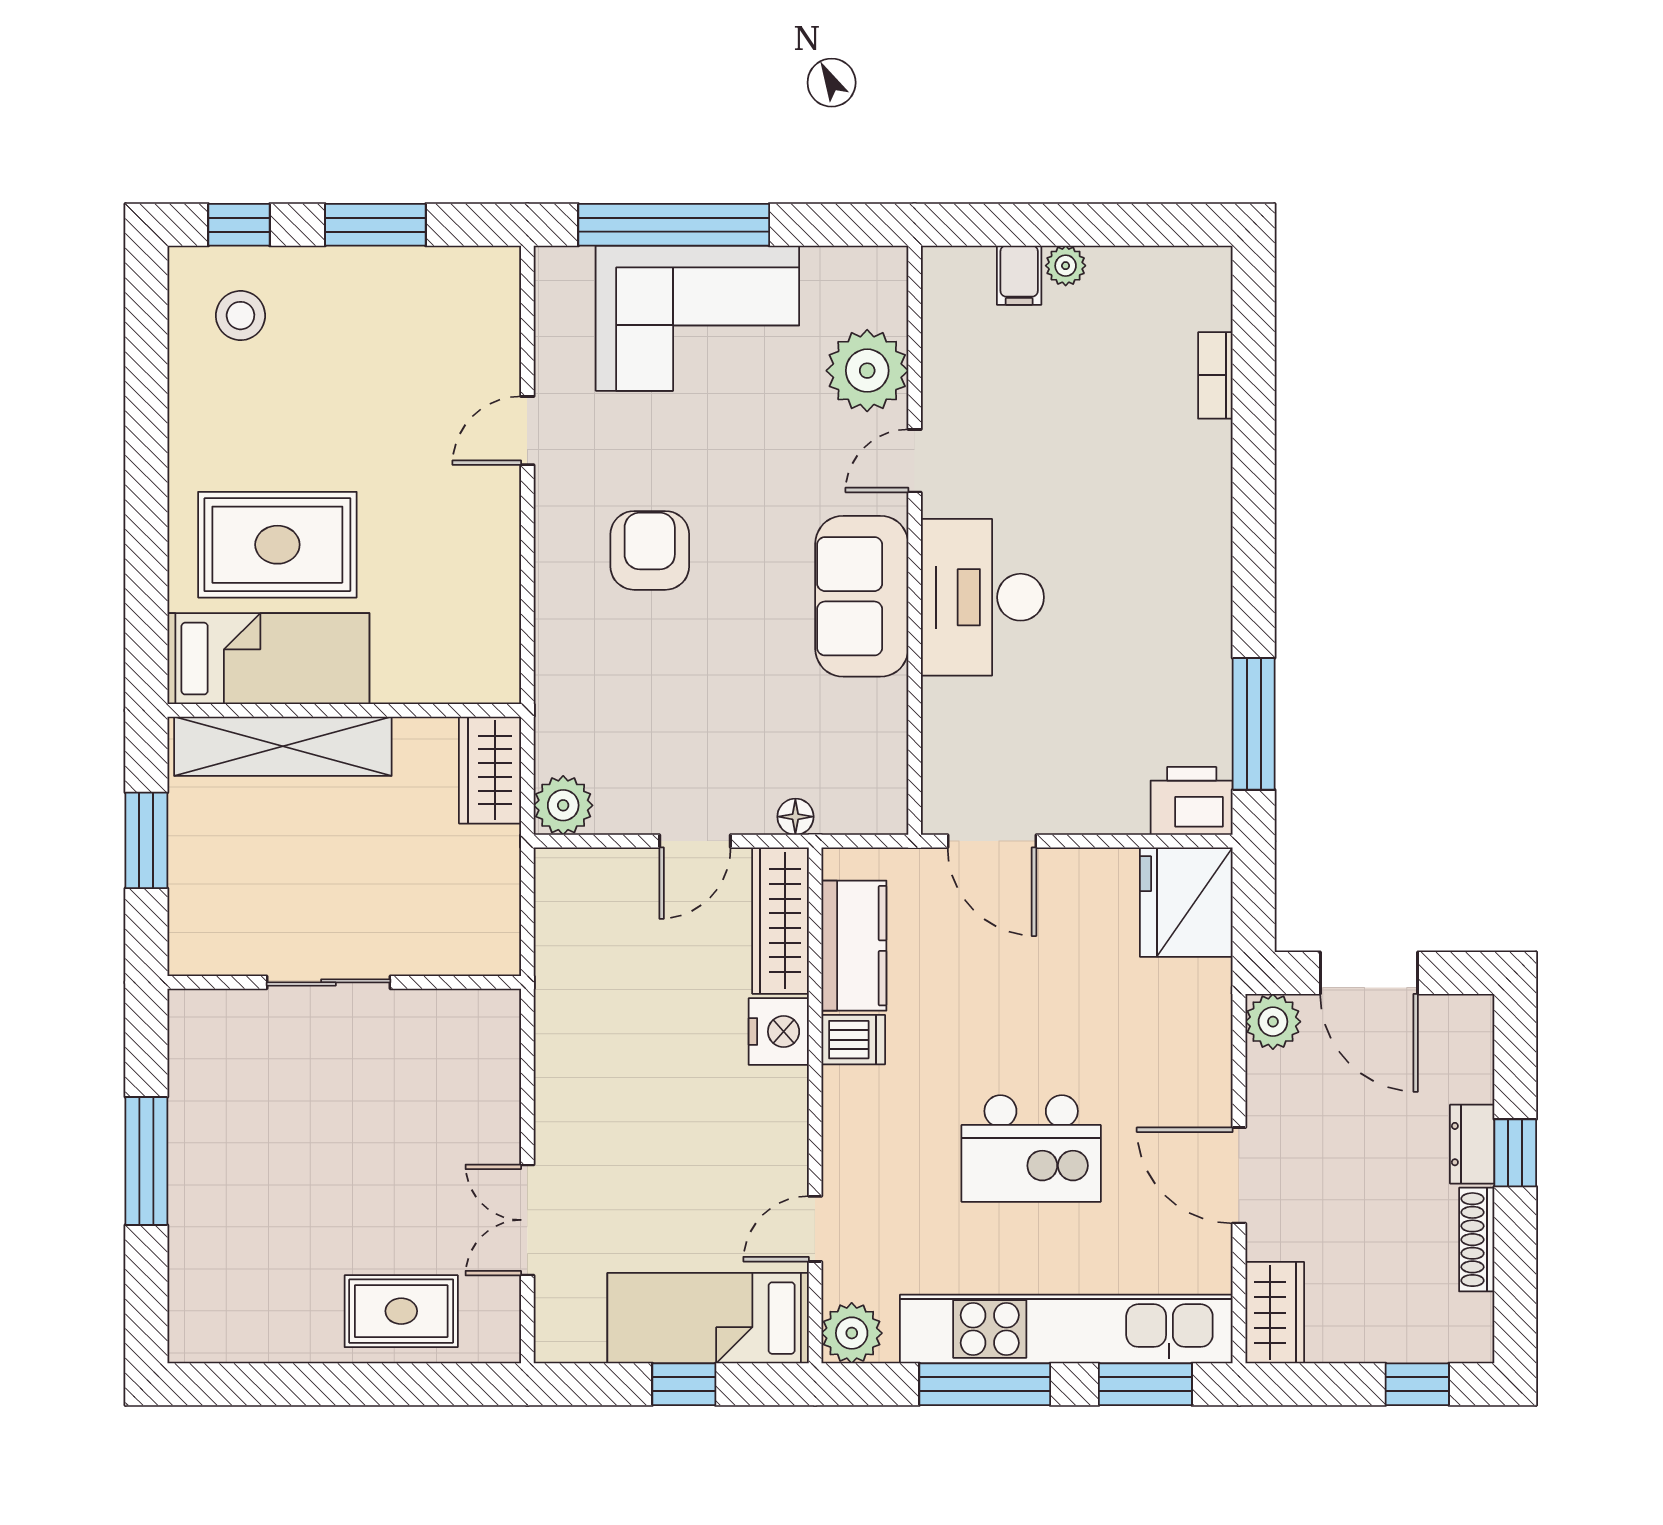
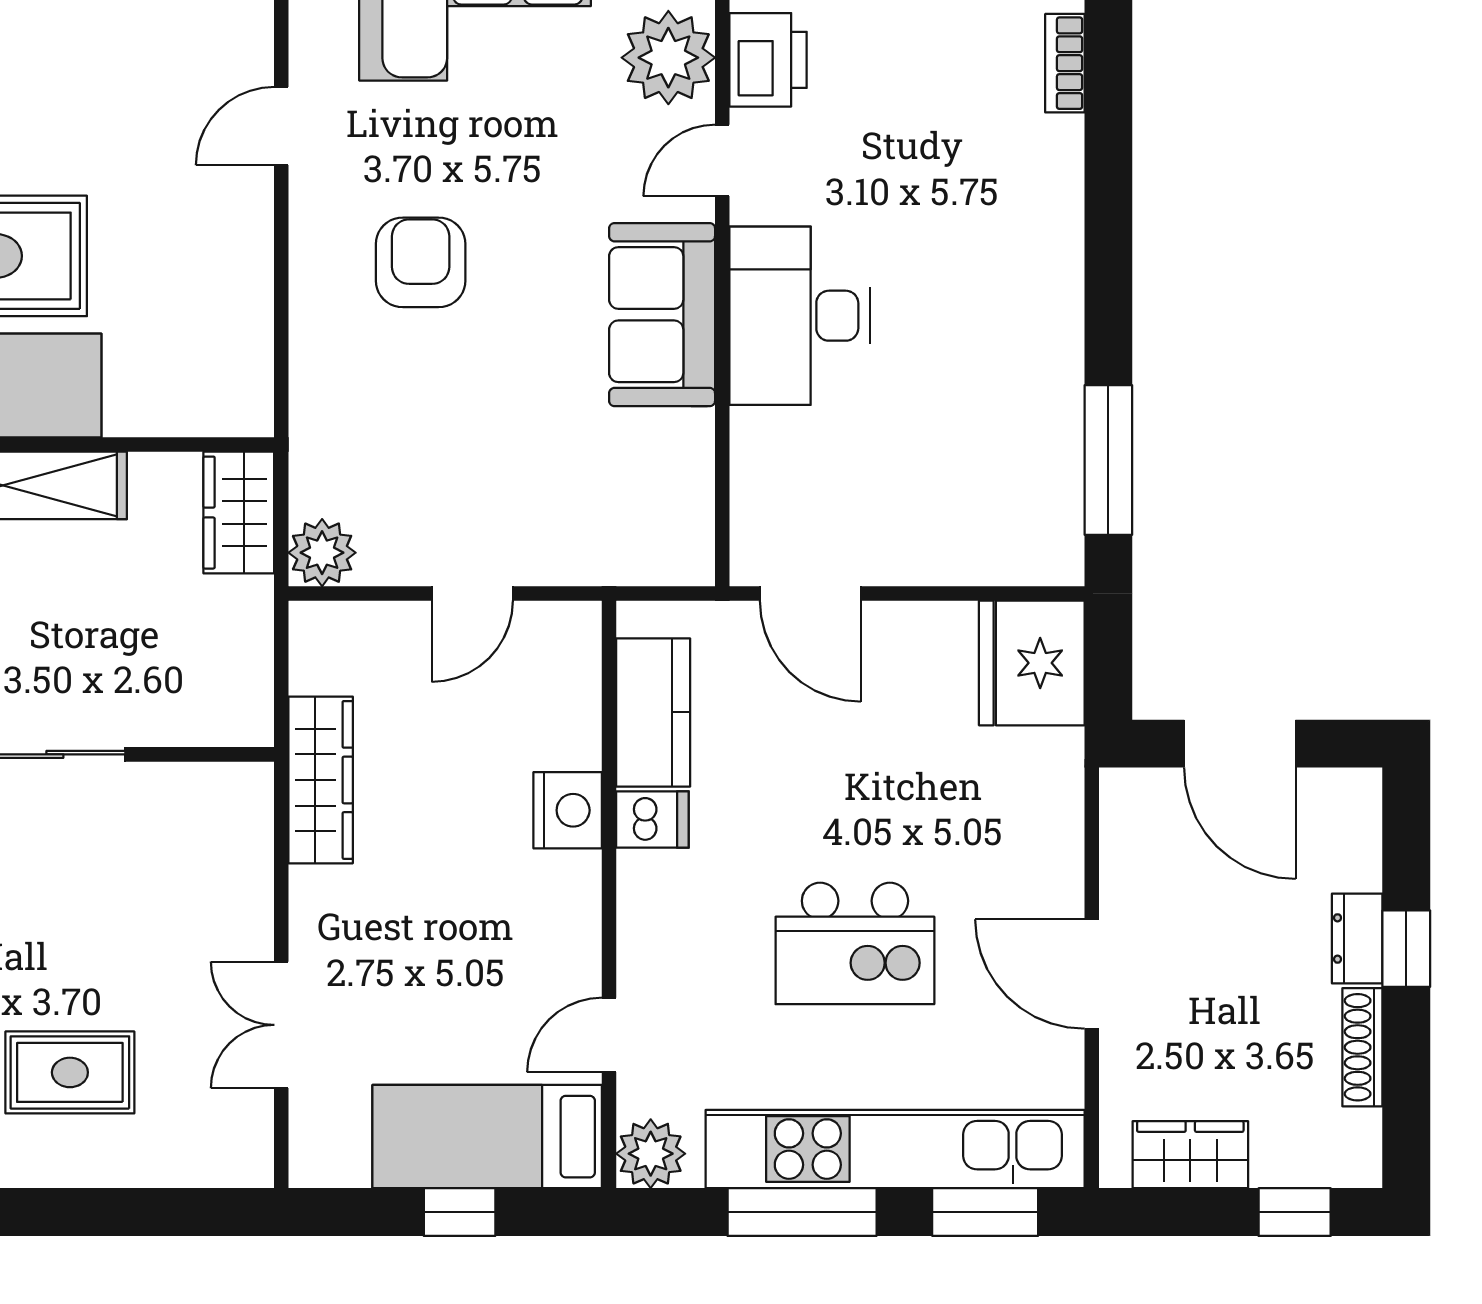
printer: (1192, 801) -> (768, 60), moved, turned 90
floor lamp: (795, 817) -> (587, 566), removed
wardrobe: (781, 921) -> (321, 780), moved, turned 180
plant: (1273, 1022) -> (1130, 799), removed
rug: (401, 1311) -> (70, 1072), moved
wardrobe: (1275, 1313) -> (1190, 1155), moved, turned -90

